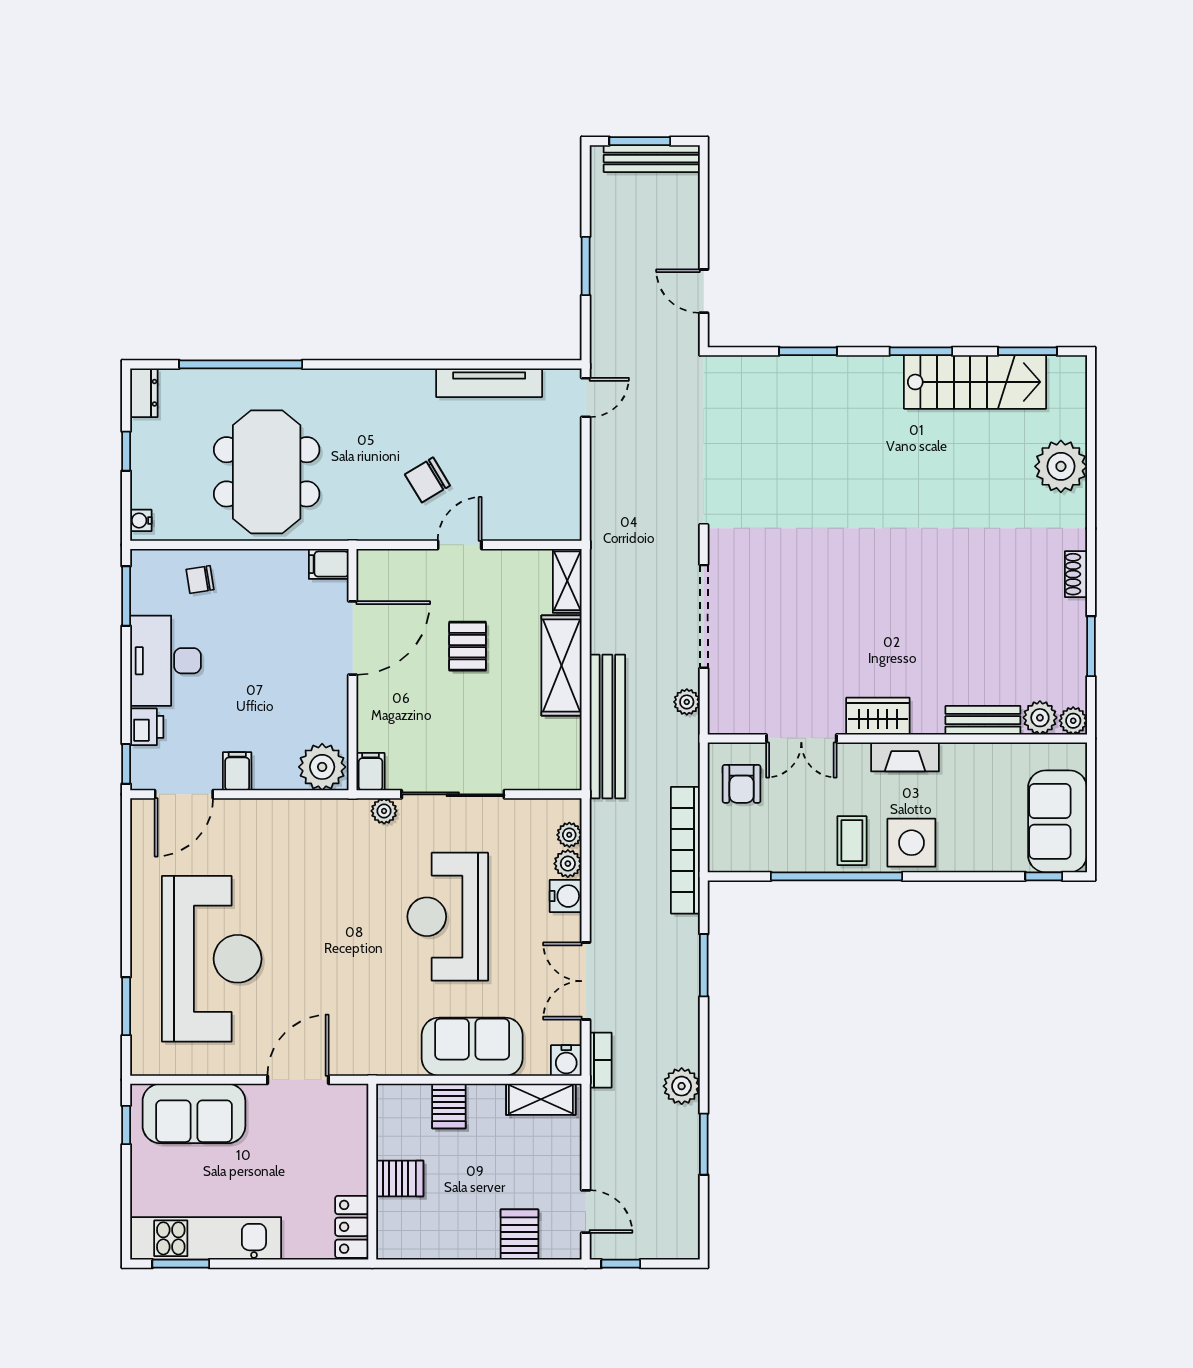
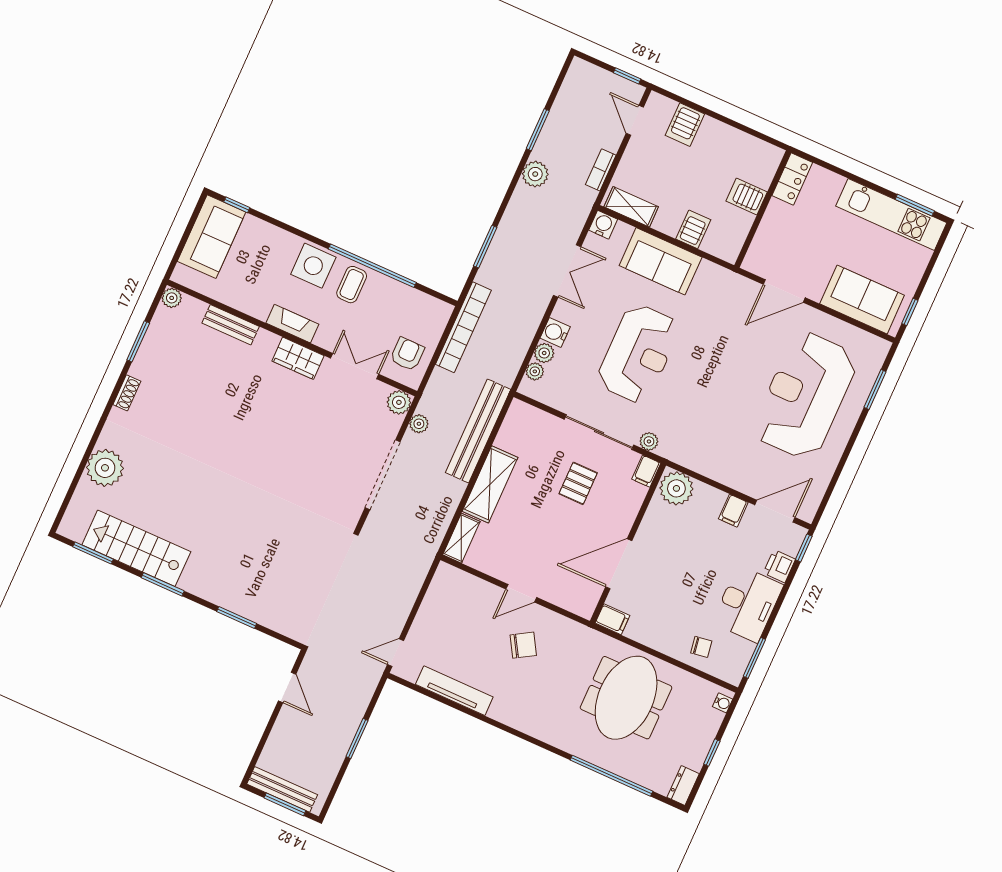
pallet: (468, 646) -> (578, 483), moved
plant: (1040, 718) -> (399, 402), moved
bookcase: (601, 1060) -> (601, 170), moved

